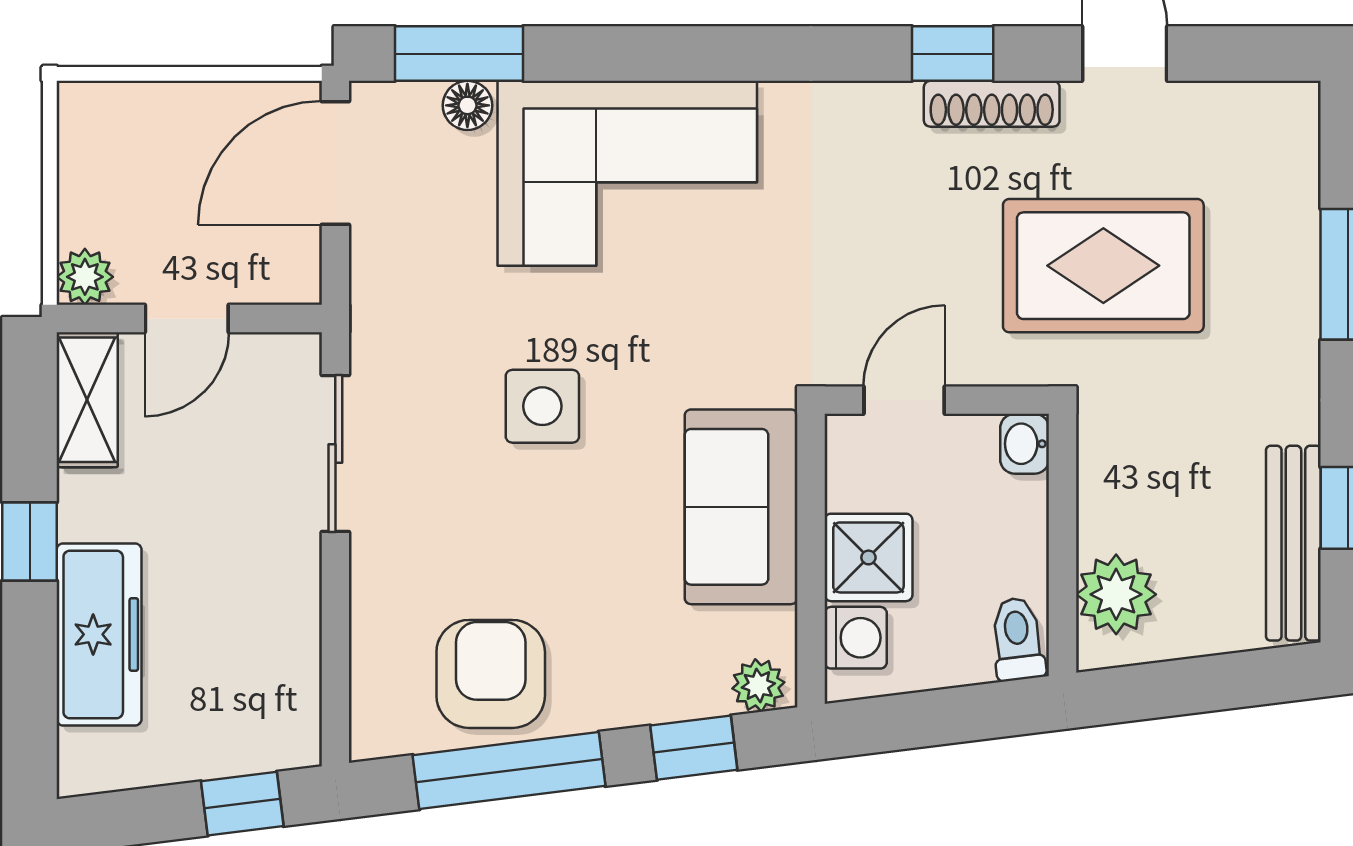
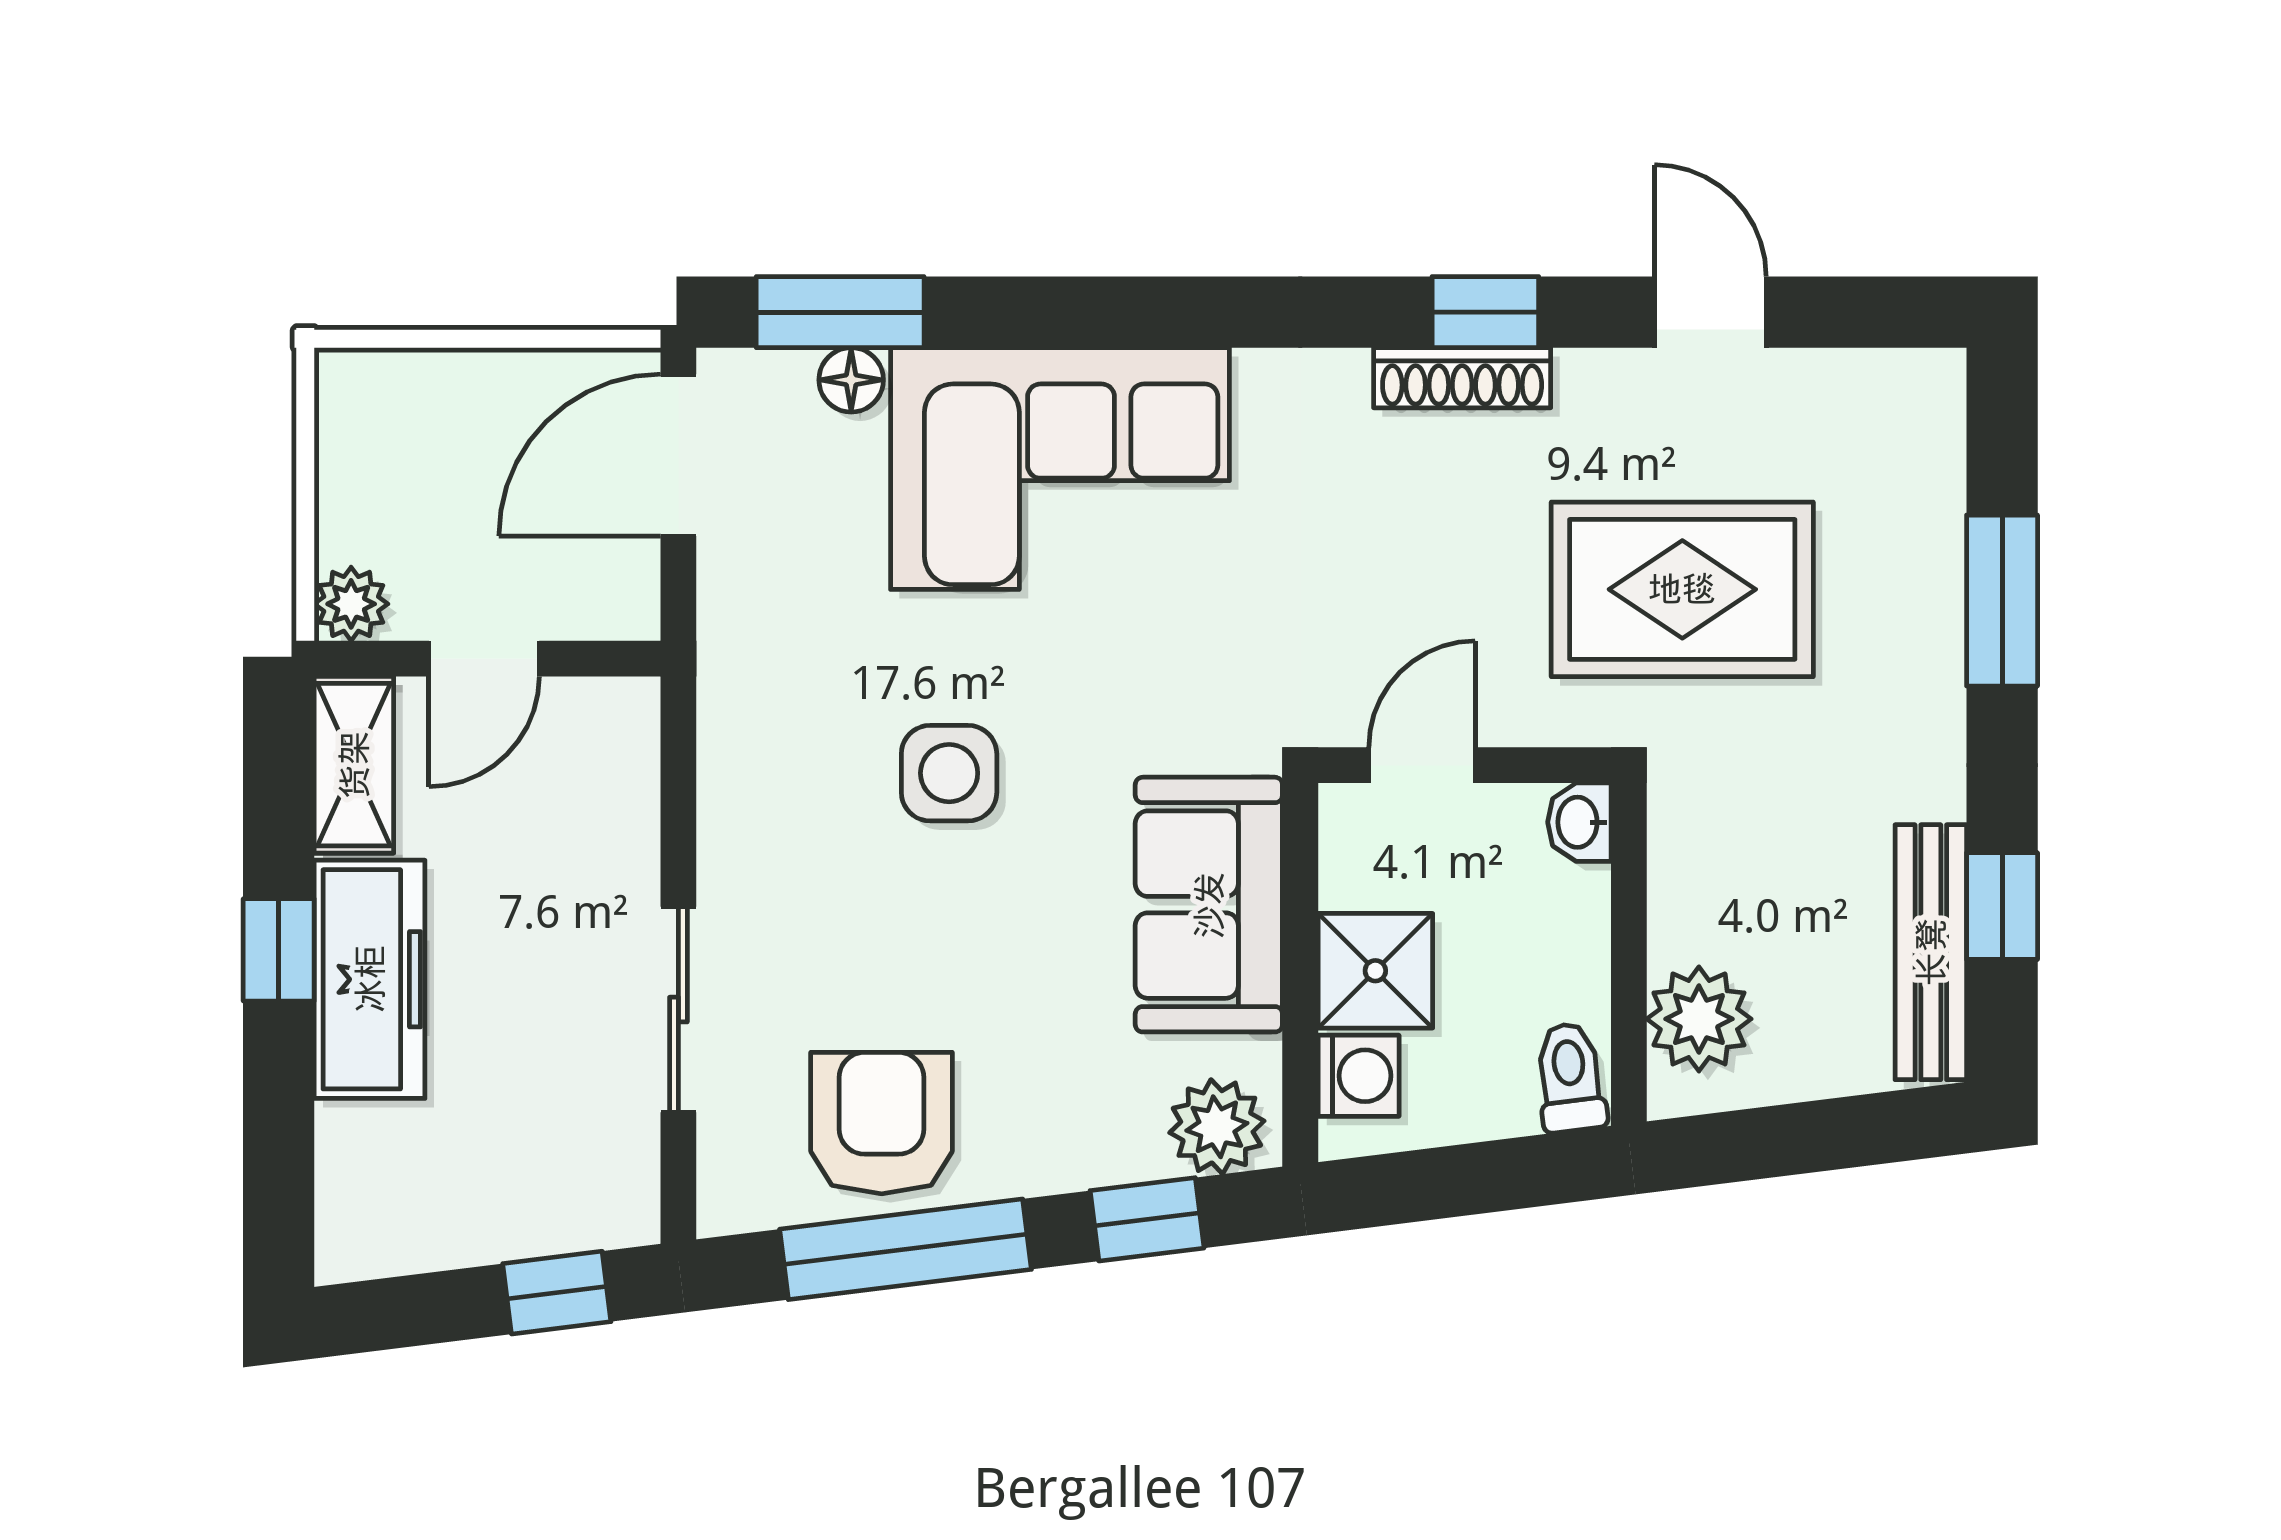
shoe rack: (992, 104) -> (1462, 378), moved
sliding door: (335, 453) -> (678, 1010), moved
freezer: (99, 634) -> (370, 979), moved
plant: (758, 685) -> (1217, 1127), width x1.38, depth x1.38

